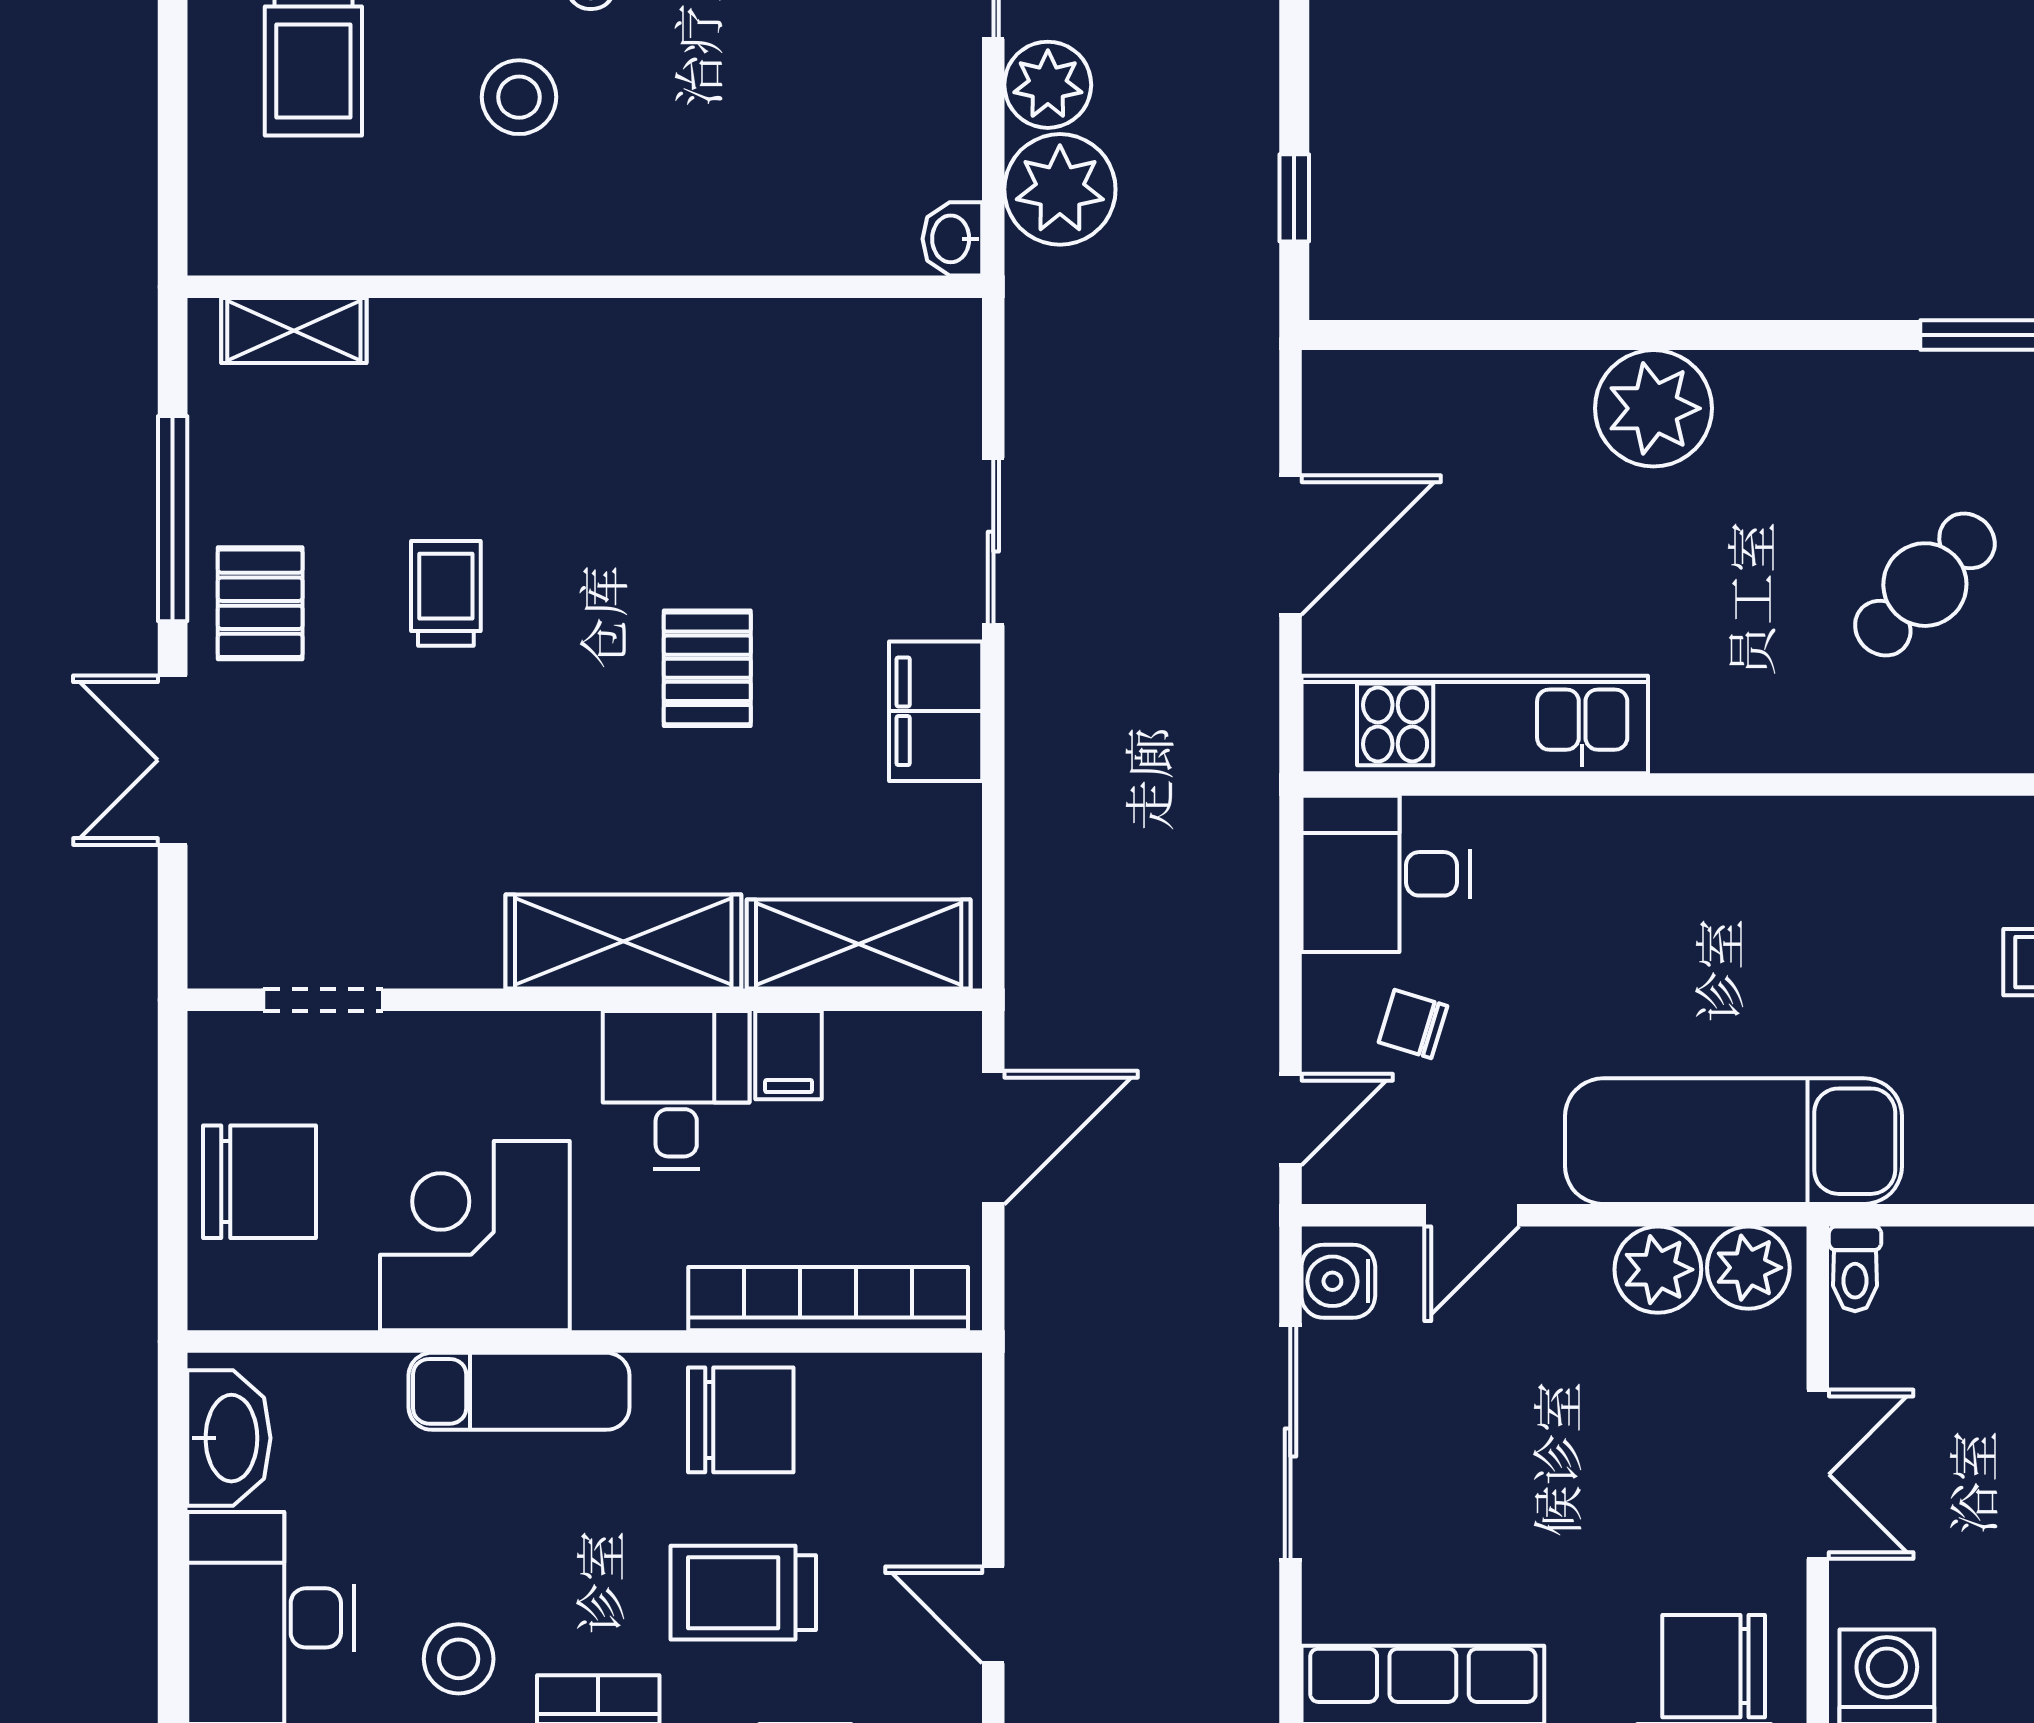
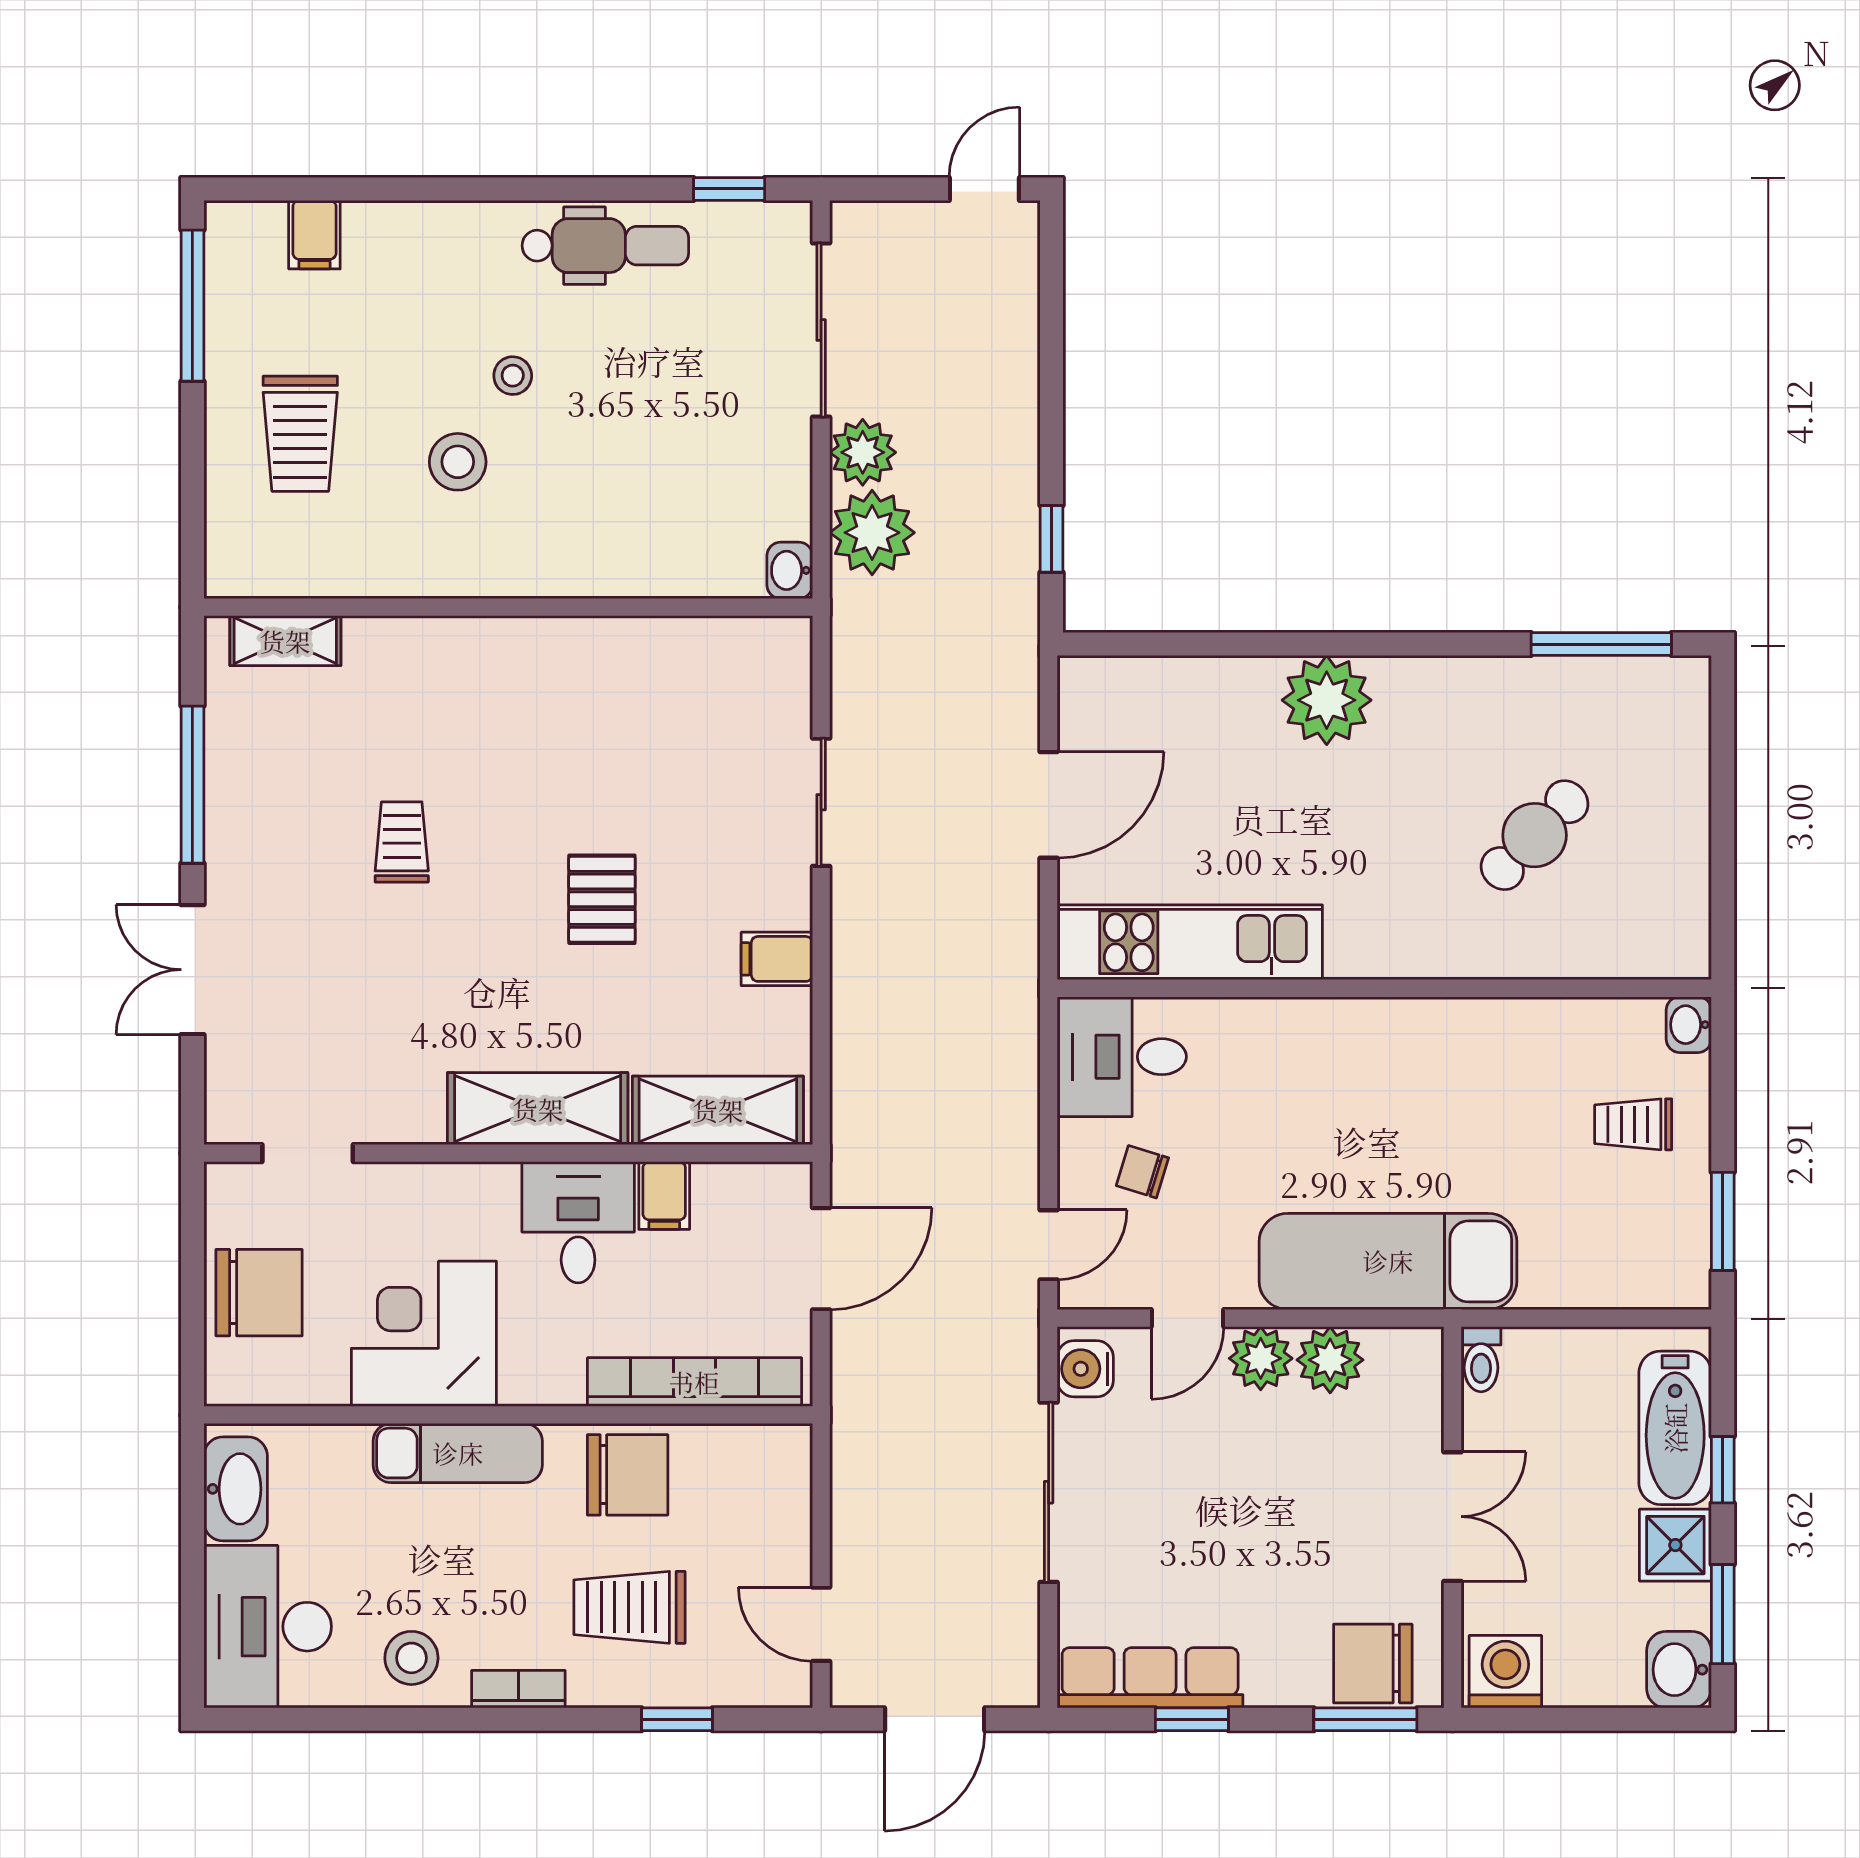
pallet: (260, 603) -> (259, 849), removed
filing cabinet: (936, 711) -> (777, 959), width x0.50
plant: (1748, 1268) -> (1261, 1358), moved

